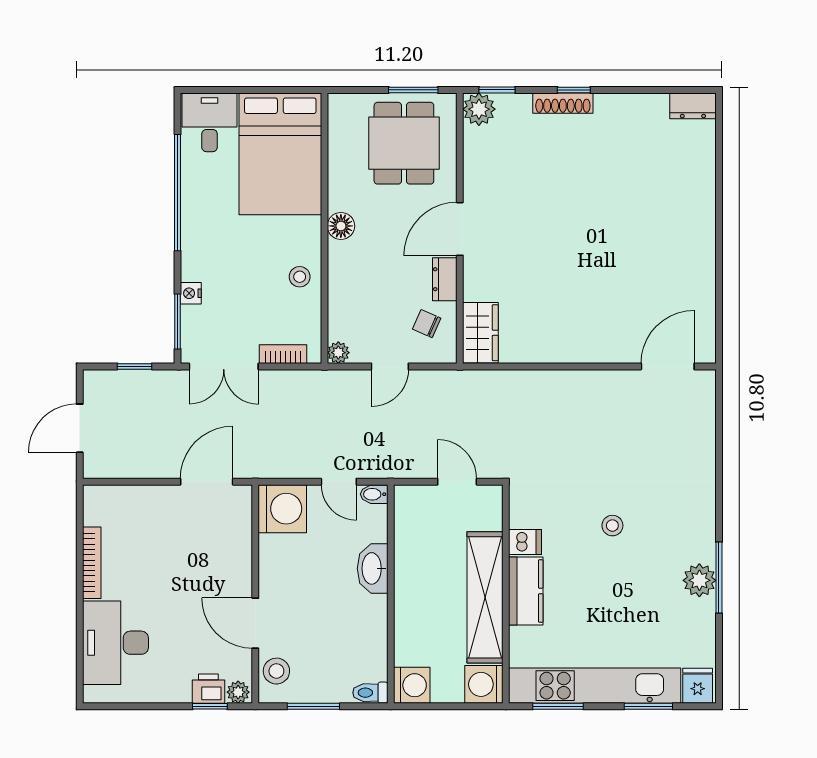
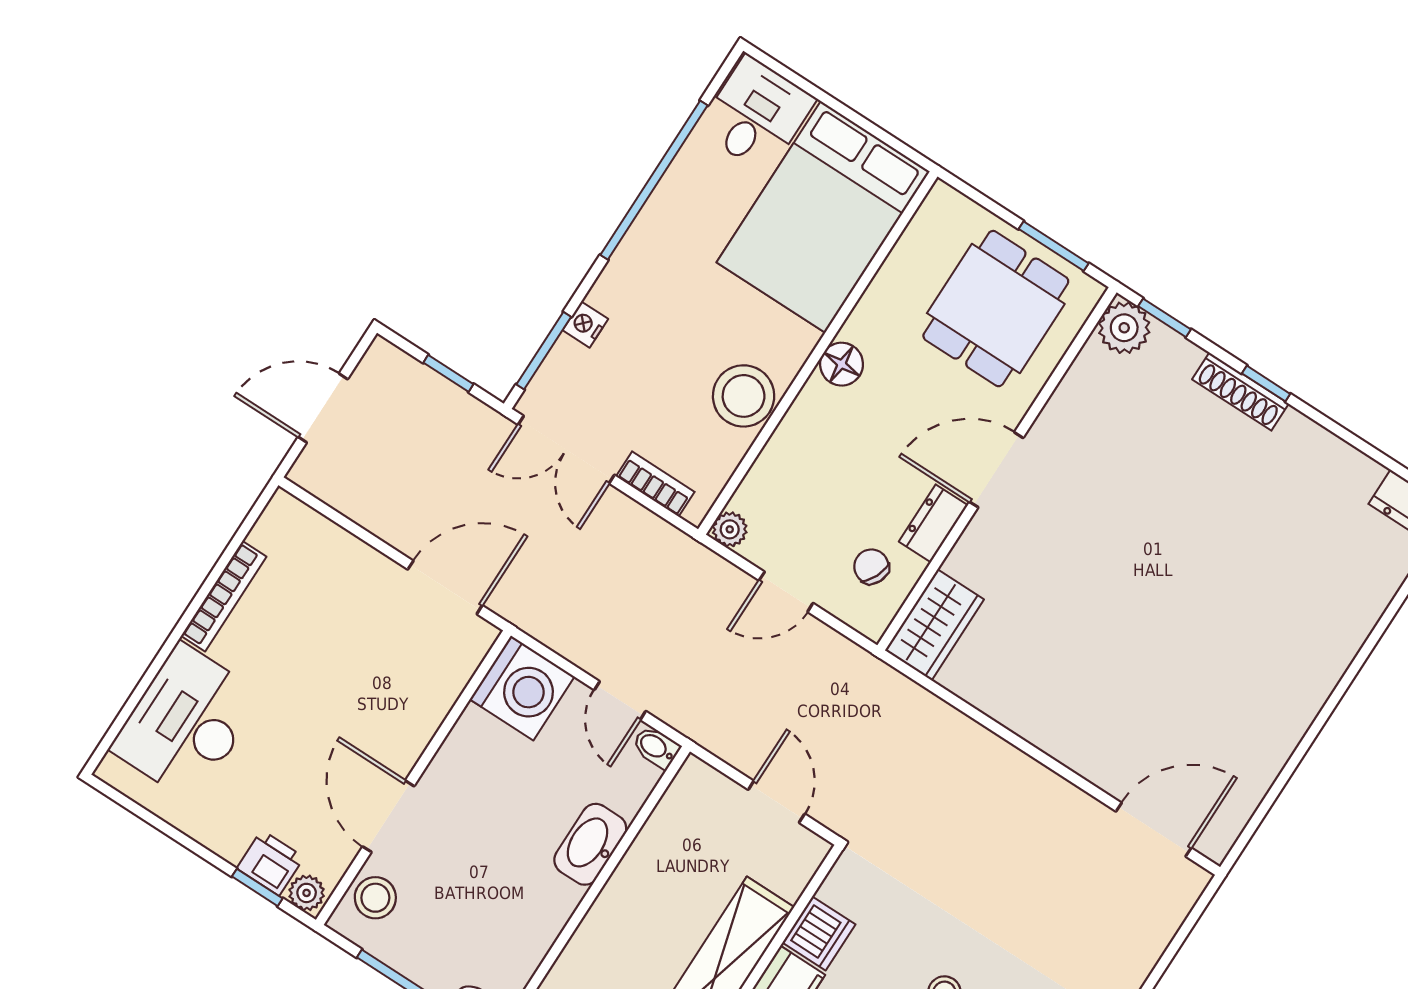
stool: (300, 277) -> (744, 396), width x1.89, depth x1.89
dishwasher: (525, 542) -> (819, 933), width x1.38

